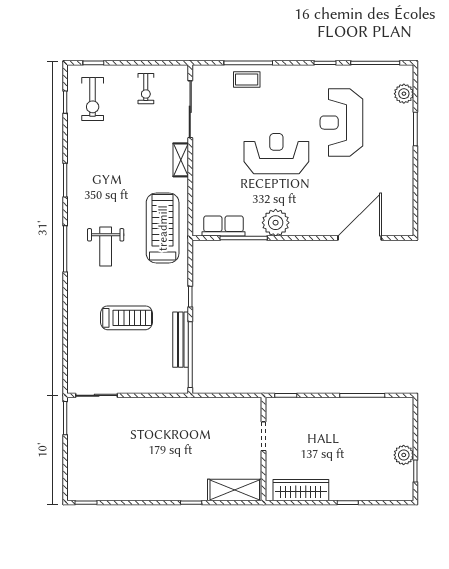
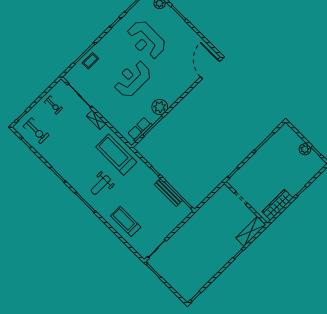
door: (360, 238) -> (210, 69), moved
weight bench: (106, 247) -> (101, 185), turned 90
treadmill: (127, 318) -> (126, 221), moved, turned -90

